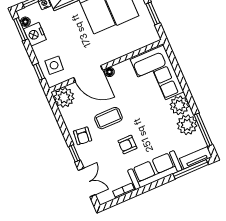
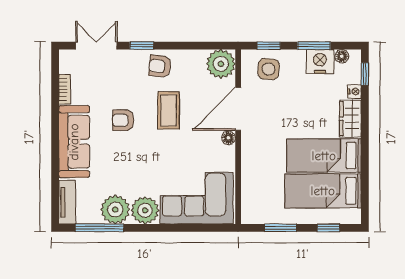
window: (21, 29) -> (314, 46), moved
armchair: (127, 145) -> (123, 120), turned -90
window: (191, 169) -> (55, 189), removed
double door: (87, 182) -> (96, 46), swing flipped

